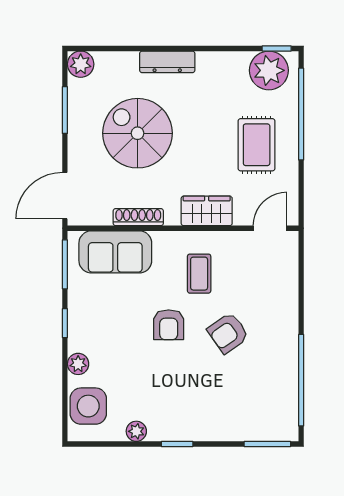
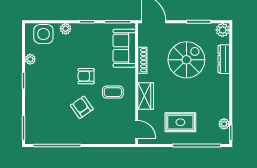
dresser: (167, 62) -> (224, 59), moved
plant: (269, 70) -> (224, 124), width x0.53, depth x0.53

